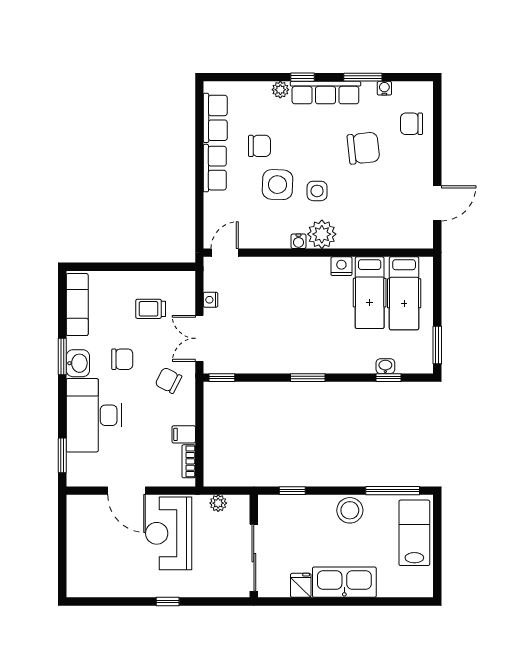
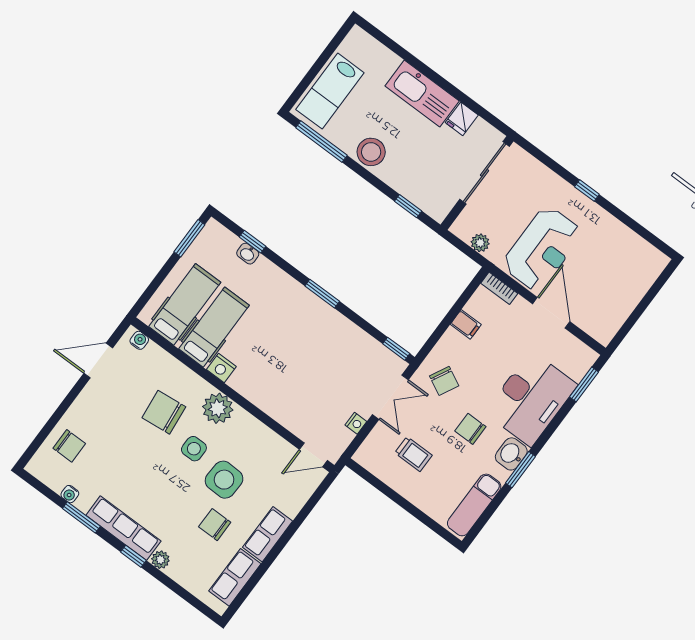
chair: (363, 148) -> (164, 412), moved
water cooler: (298, 241) -> (139, 340), moved
bookcase: (189, 461) -> (499, 288), moved, turned 90

